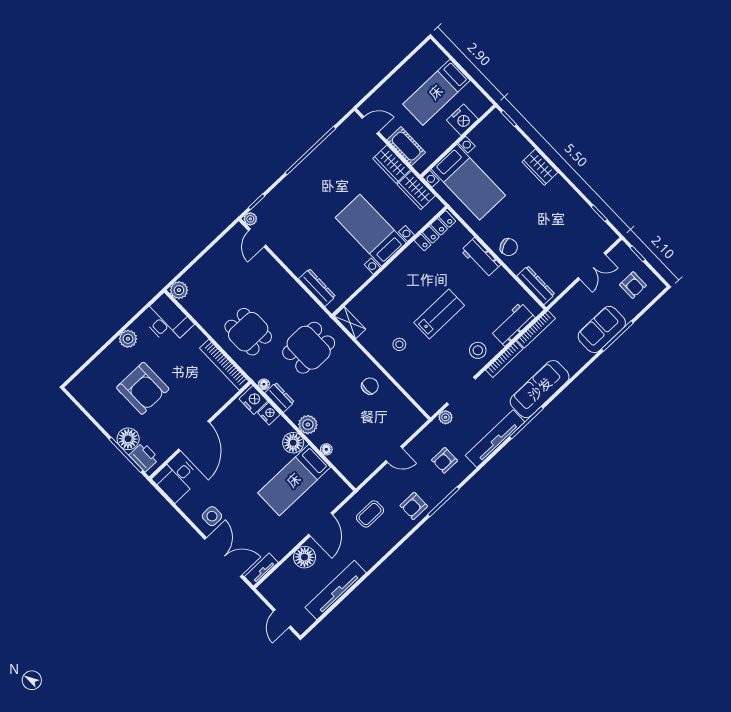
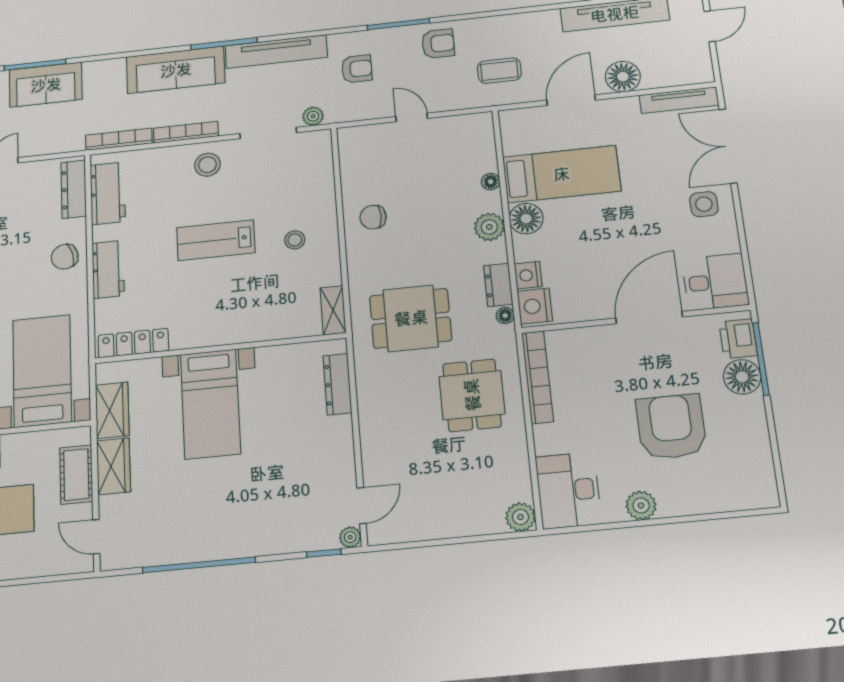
chair: (509, 247) -> (65, 257), turned -82
workbench: (513, 324) -> (108, 193), moved, turned -90
tv unit: (261, 570) -> (679, 100), width x1.41

